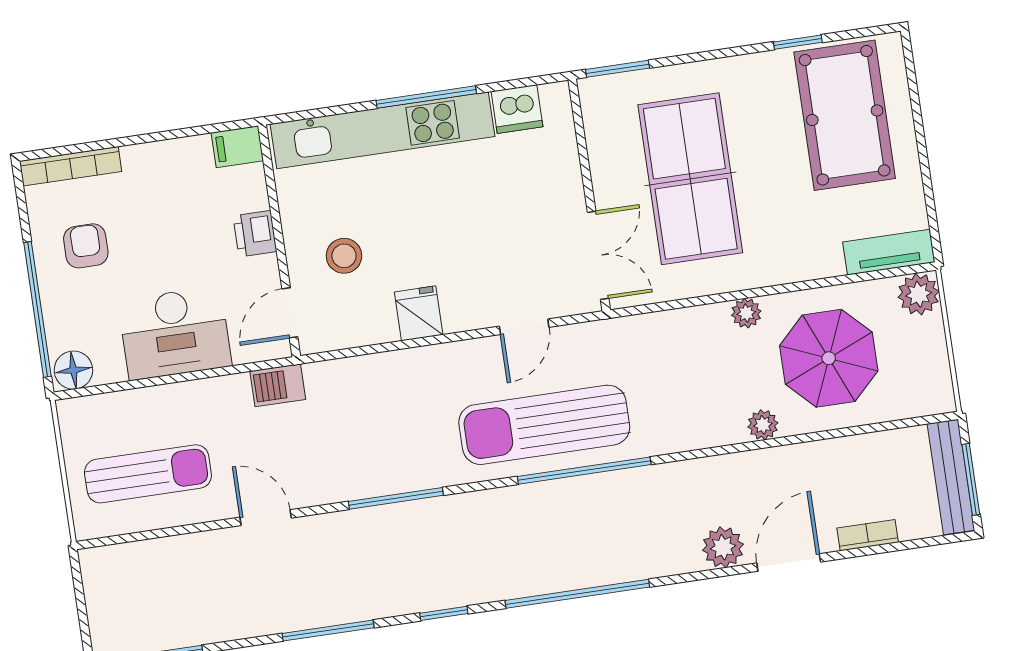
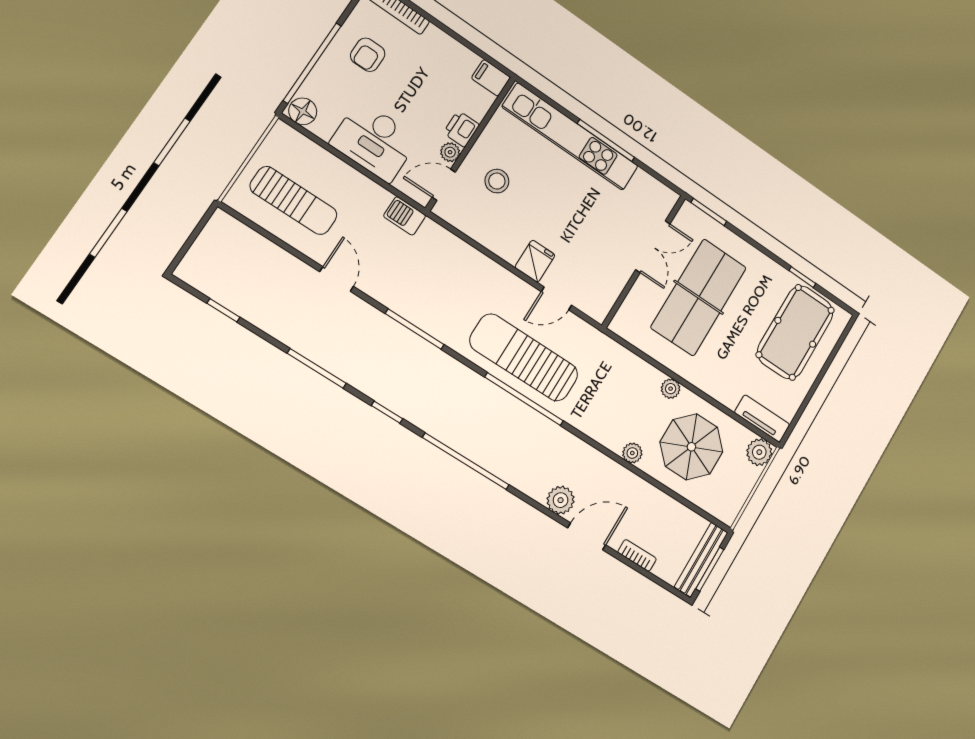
dishwasher: (517, 109) -> (645, 187), removed
armchair: (86, 246) -> (368, 55), turned 180
double door: (598, 255) -> (653, 247), moved
plant: (265, 271) -> (450, 152), added
fridge: (419, 313) -> (535, 261), moved

